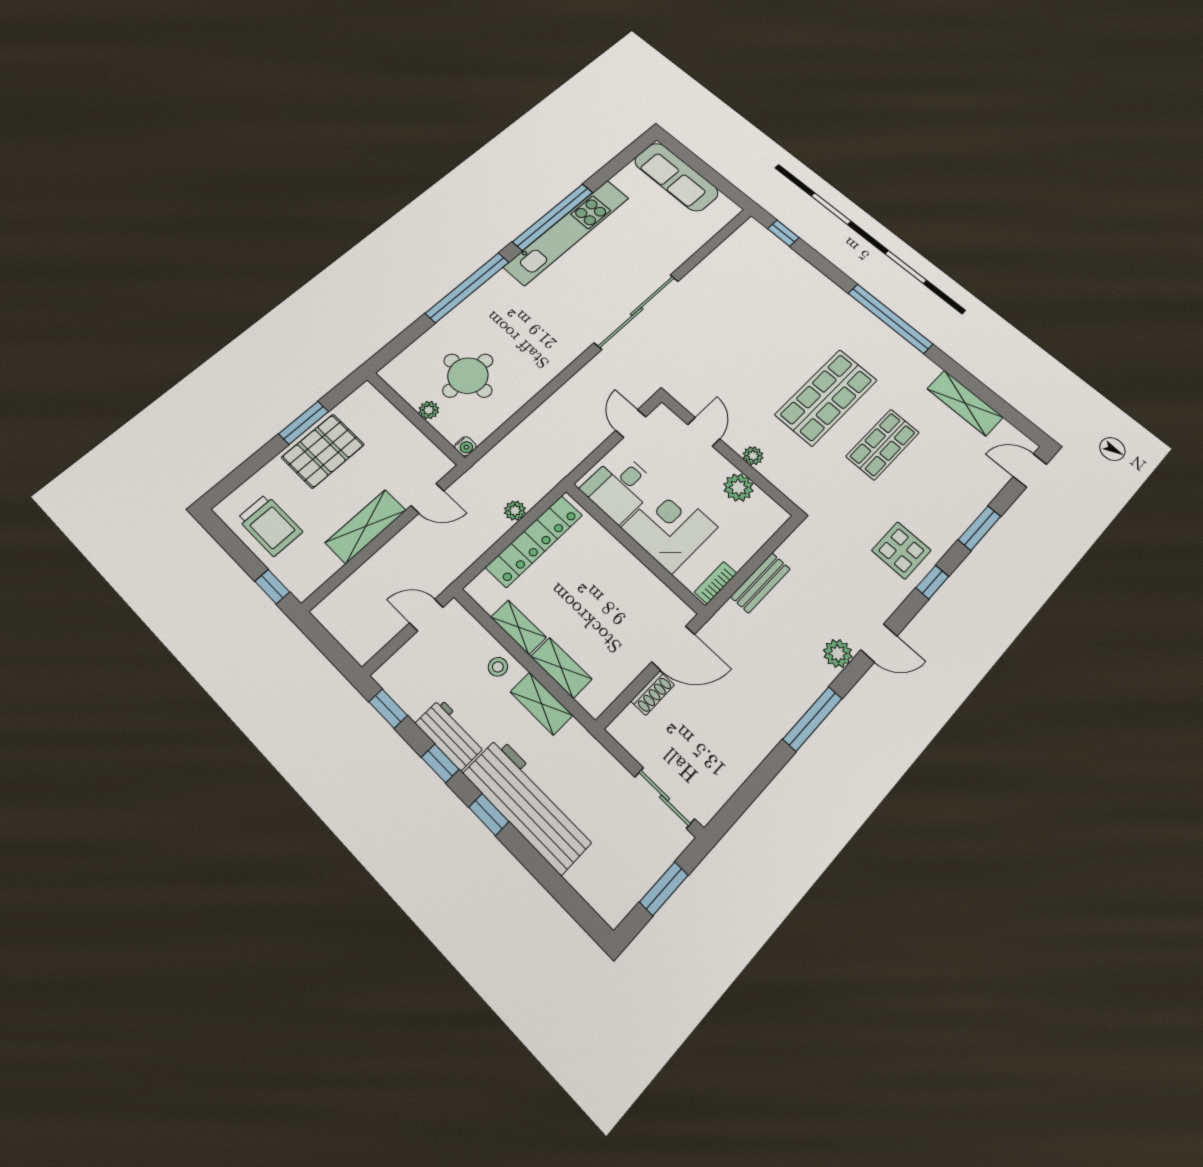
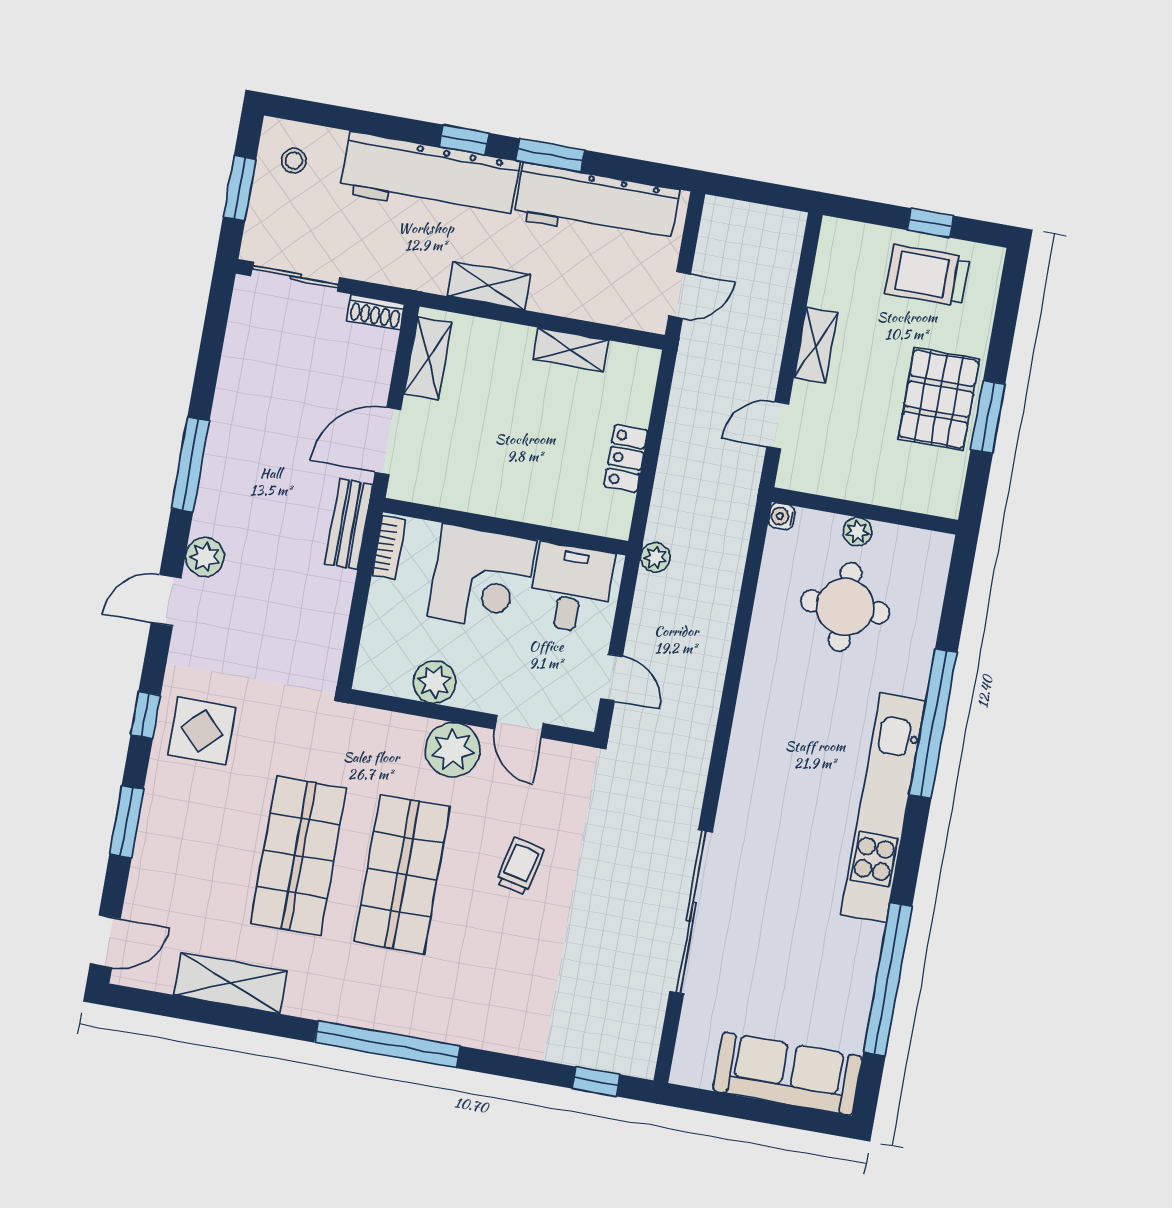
window: (553, 217) -> (888, 979), moved
kitchen unit: (567, 232) -> (883, 808), moved
sliding door: (637, 312) -> (691, 912), moved
trolley: (754, 360) -> (520, 866), added
shop shelf: (883, 444) -> (299, 856), width x1.43, depth x1.36
plant: (753, 456) -> (453, 750), width x1.88, depth x1.88
plant: (515, 511) -> (655, 558), moved
shelving: (366, 526) -> (816, 345), width x0.67, depth x0.75
locker: (534, 541) -> (626, 458), width x0.46, depth x0.83
bench: (760, 583) -> (349, 524), moved
window: (272, 587) -> (930, 223), moved
stool: (498, 667) -> (294, 161), moved
shelving: (561, 668) -> (428, 358), moved, turned 90
shoe rack: (653, 693) -> (376, 312), moved, turned -90
window: (388, 709) -> (645, 172), removed
workbench: (451, 734) -> (596, 204), width x1.88, depth x1.32
window: (440, 763) -> (550, 155), width x1.50

